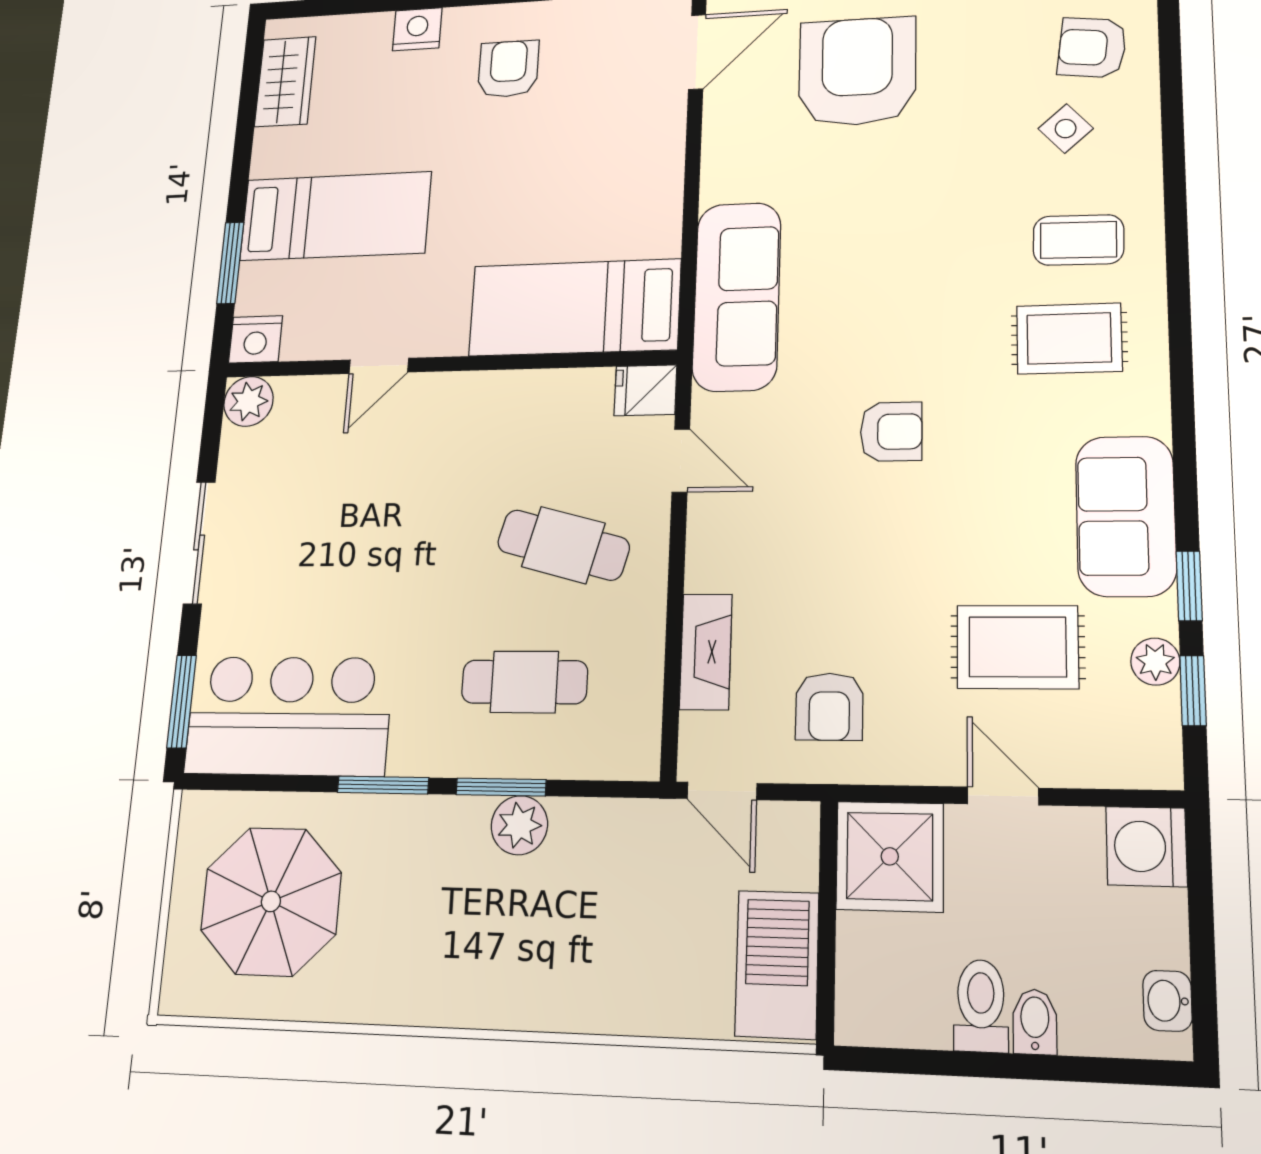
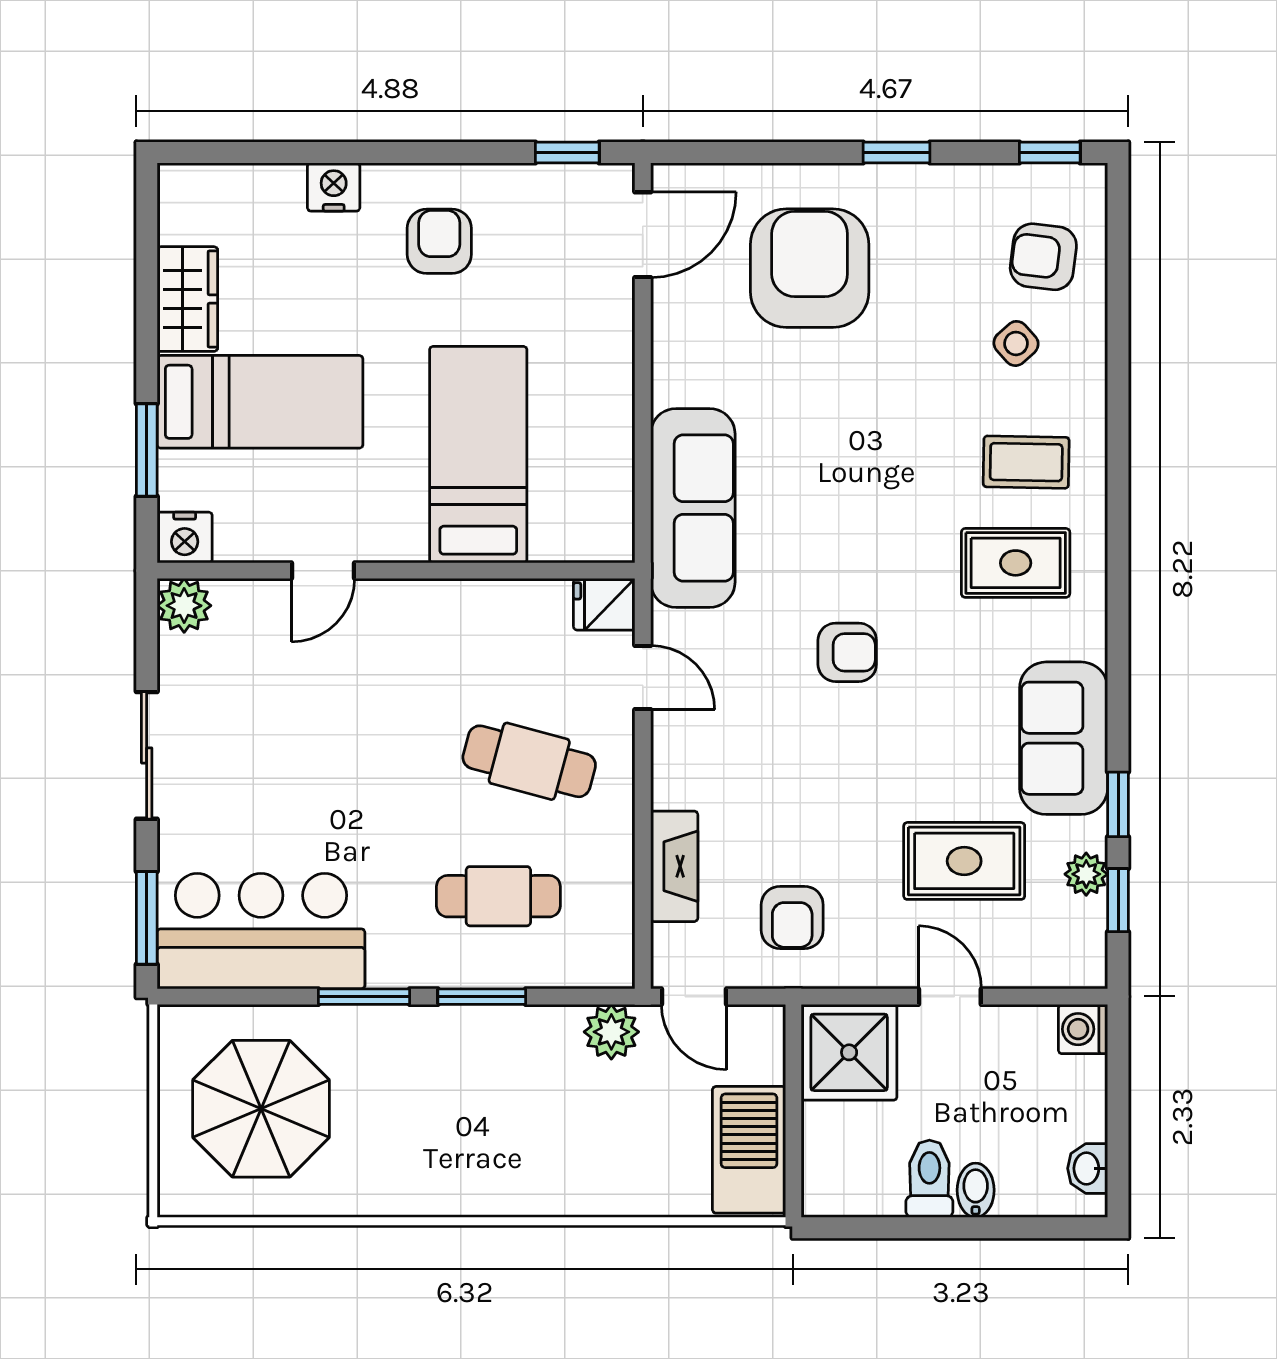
wardrobe: (285, 82) -> (187, 299), moved
bed: (574, 308) -> (478, 455), moved, turned 90
plant: (519, 825) -> (611, 1032), moved
washing machine: (1146, 846) -> (1083, 1029), width x0.73, depth x0.73

